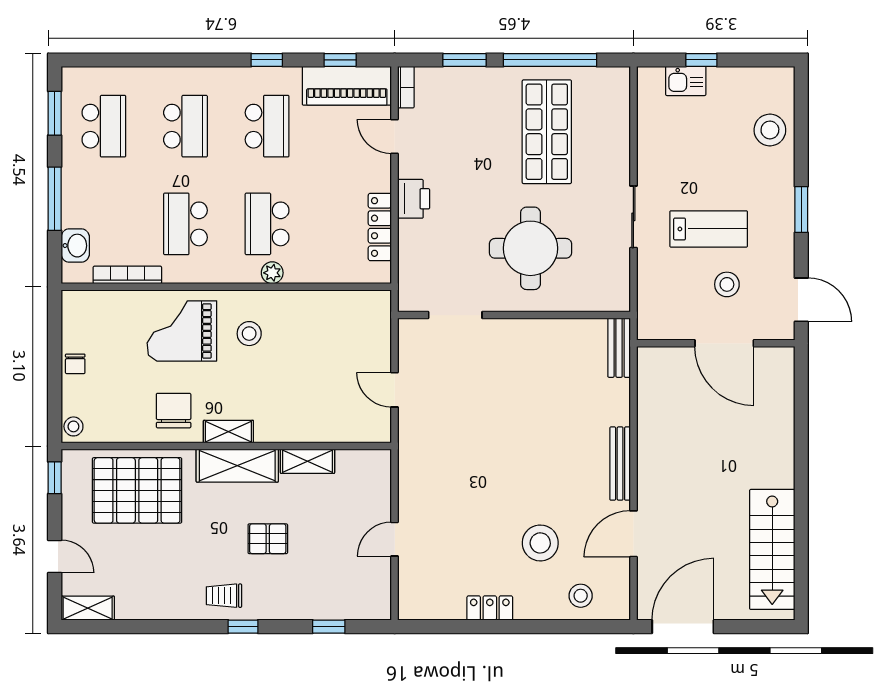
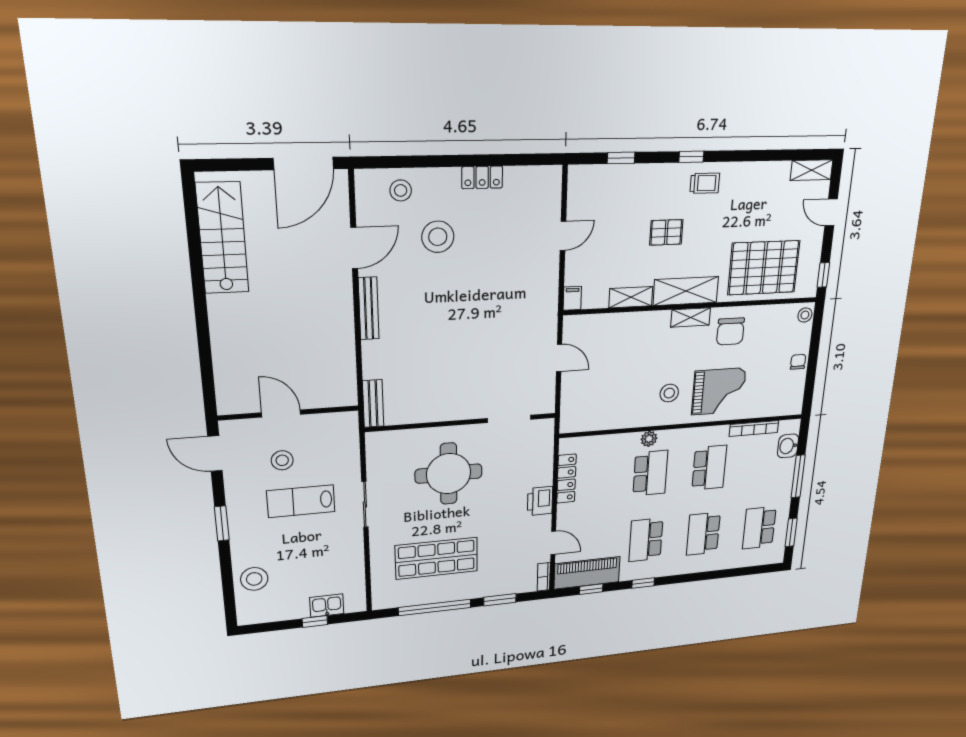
shop shelf: (547, 132) -> (437, 558), turned 90
door: (724, 343) -> (281, 414), width x0.73
filing cabinet: (381, 464) -> (572, 298), added

